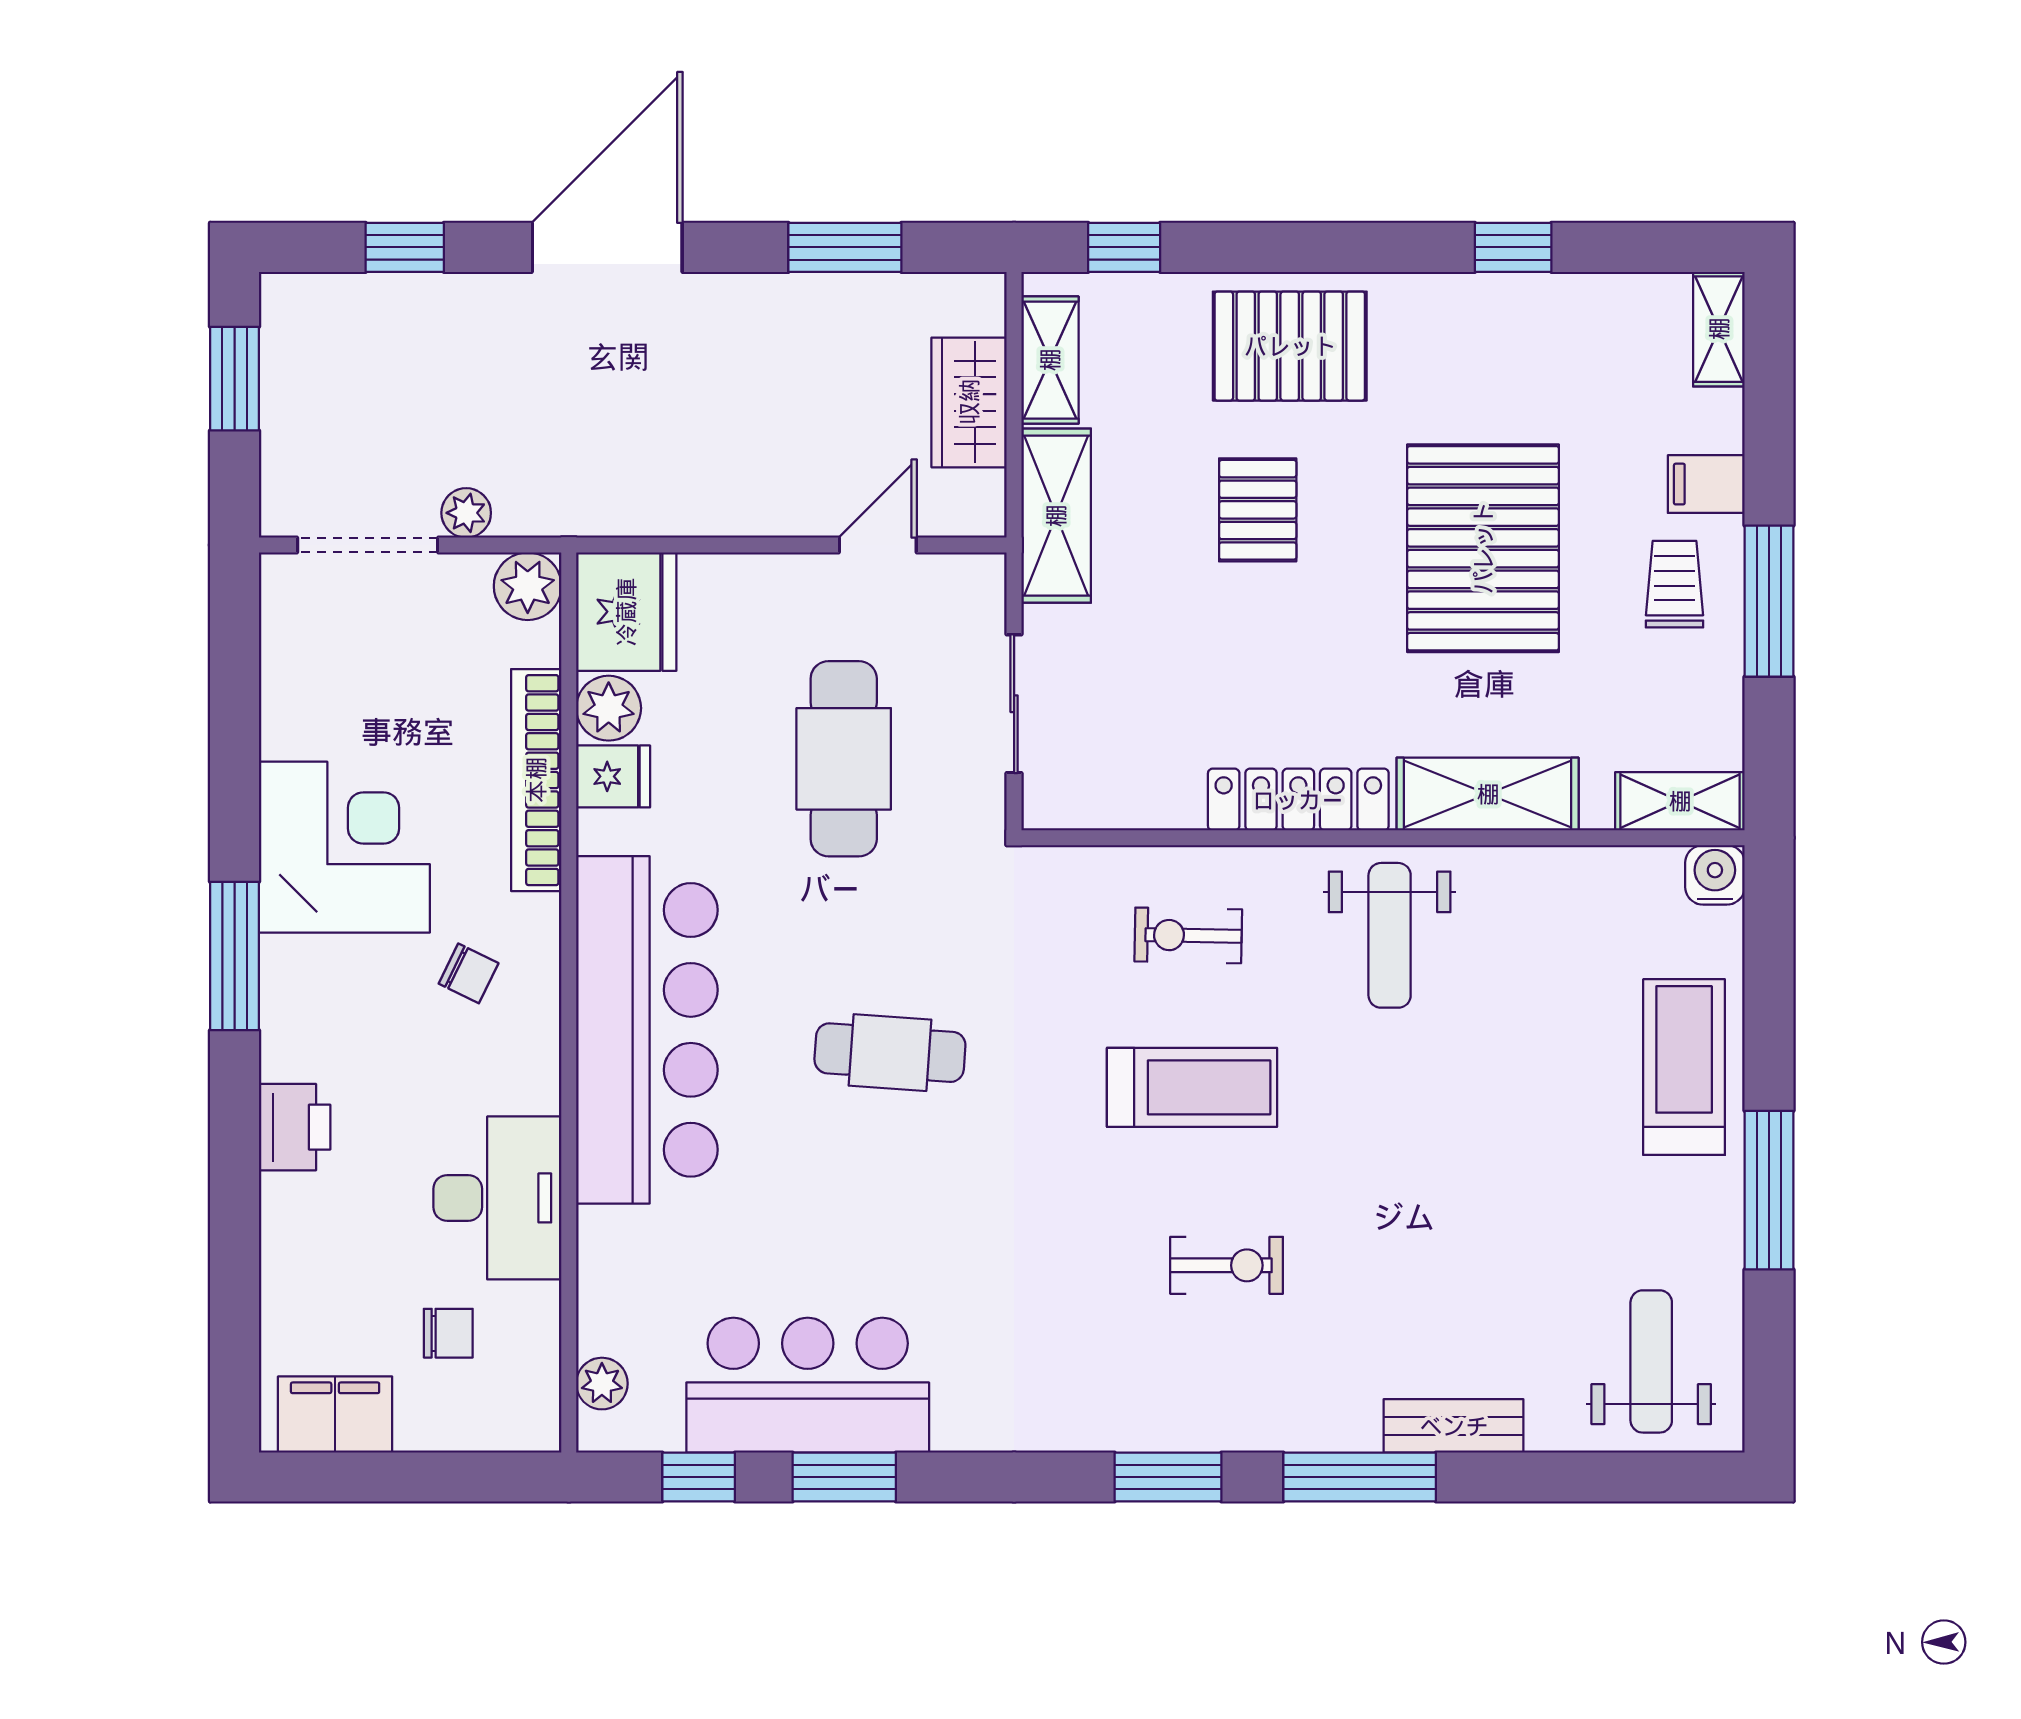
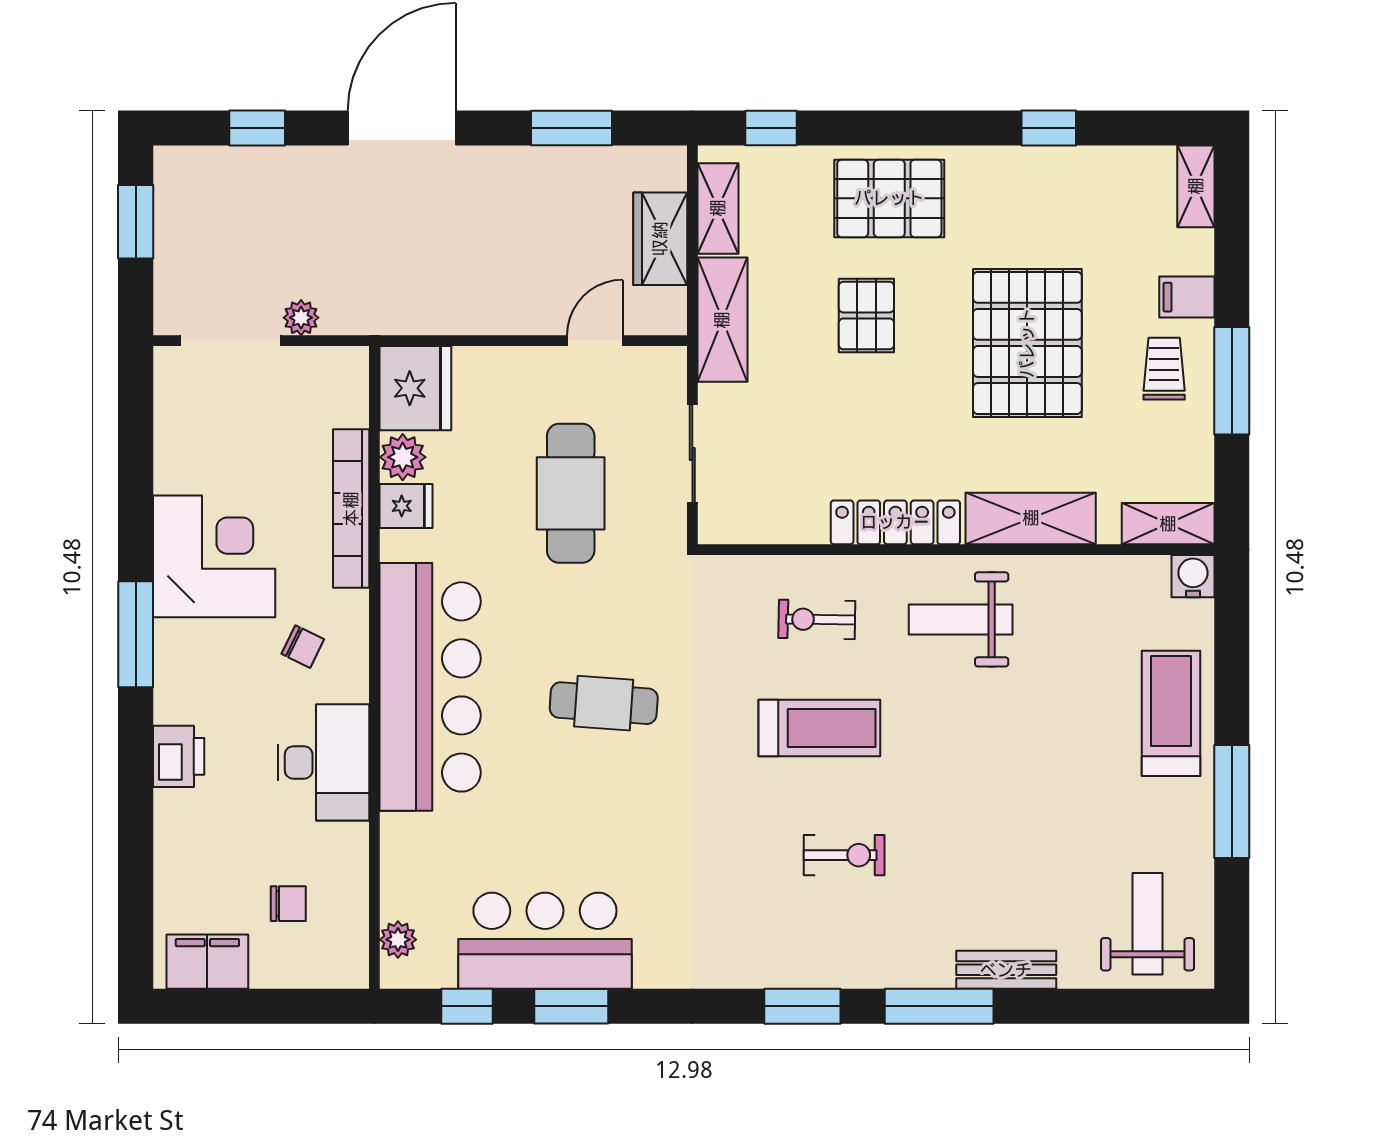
plant: (528, 586) -> (345, 370), removed
weight bench: (1390, 935) -> (961, 619), turned 90
desk: (497, 1198) -> (323, 762), moved

